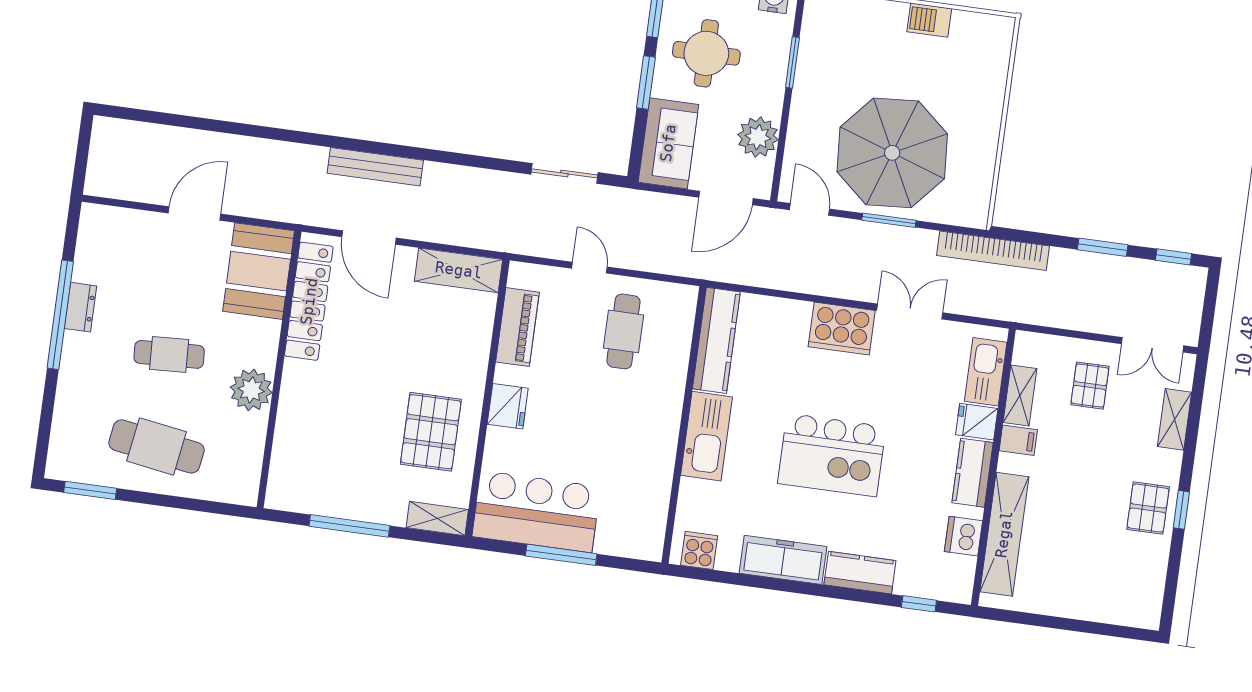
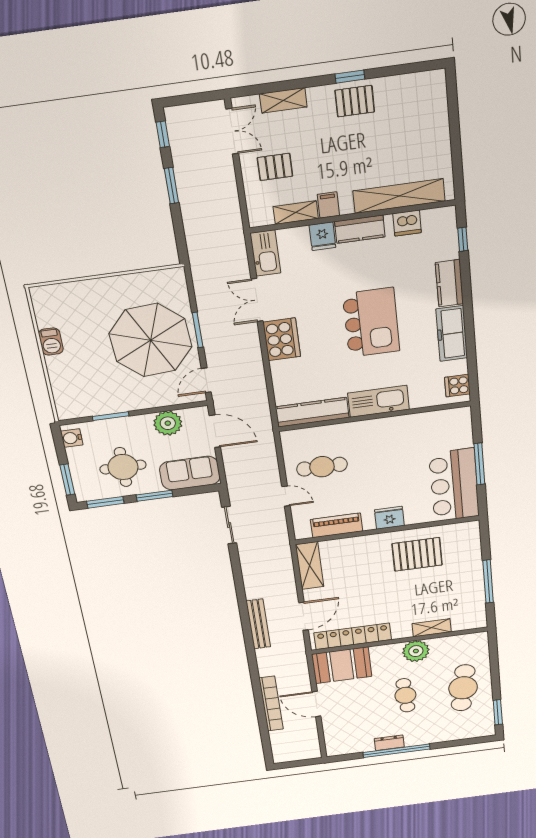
bookcase: (993, 251) -> (271, 704), moved
door: (589, 268) -> (286, 496), swing flipped
kitchen sink: (986, 372) -> (265, 253), moved, turned -90
shelving: (437, 518) -> (432, 628), moved, turned 90

